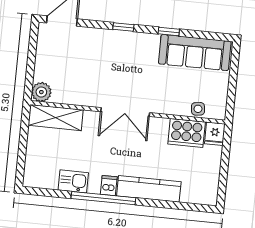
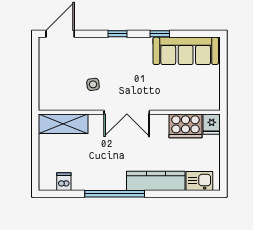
plant: (41, 92) -> (48, 101), removed
side table: (198, 109) -> (93, 84), moved
kitchen sink: (73, 181) -> (199, 181), moved
dishwasher: (109, 186) -> (64, 182), moved

